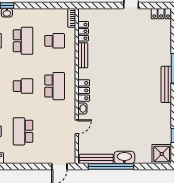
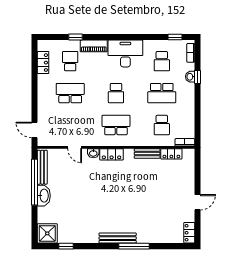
school desk: (55, 86) -> (116, 125), turned 180

